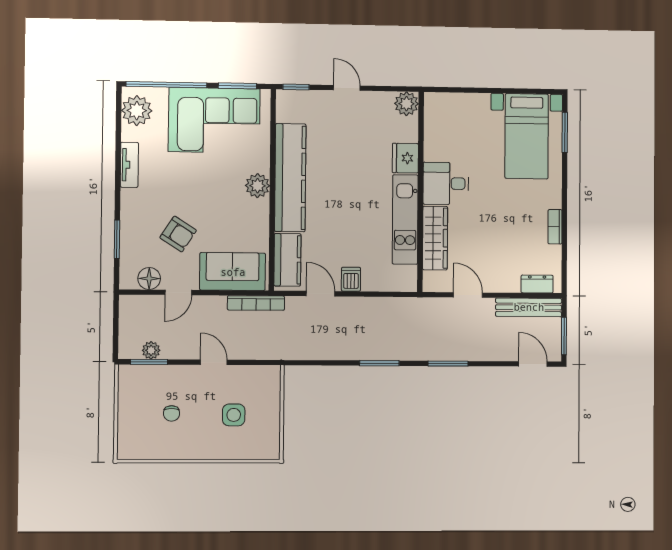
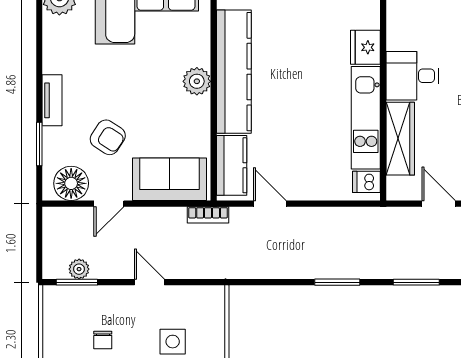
tv unit: (129, 165) -> (52, 100), moved
floor lamp: (149, 279) -> (71, 183), width x1.38, depth x1.38
dishwasher: (351, 279) -> (366, 182), moved, turned -90
bookcase: (256, 303) -> (208, 215), width x0.64

